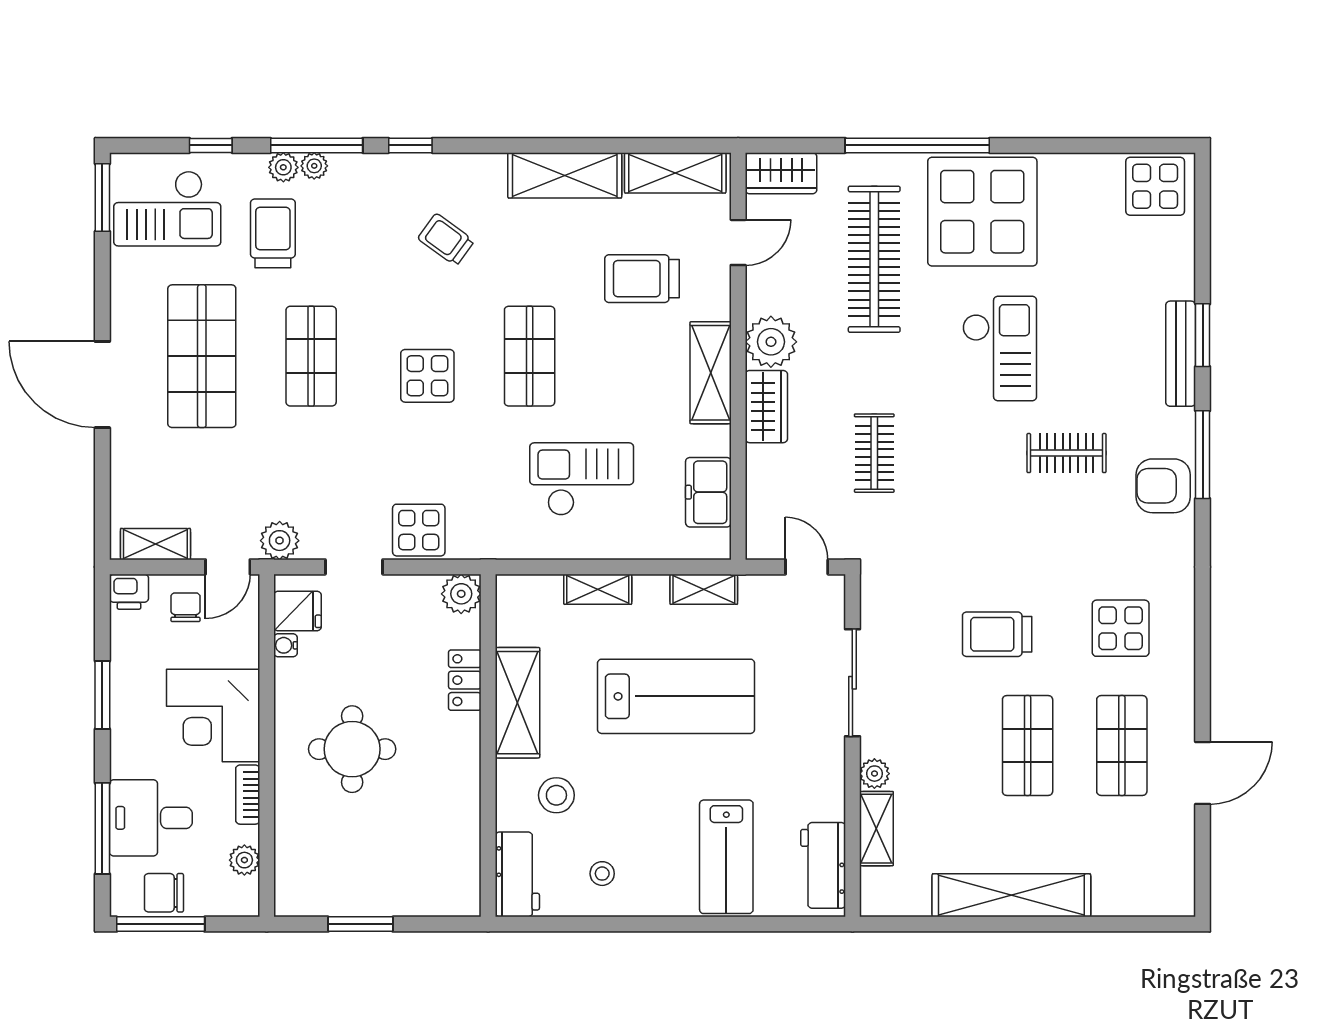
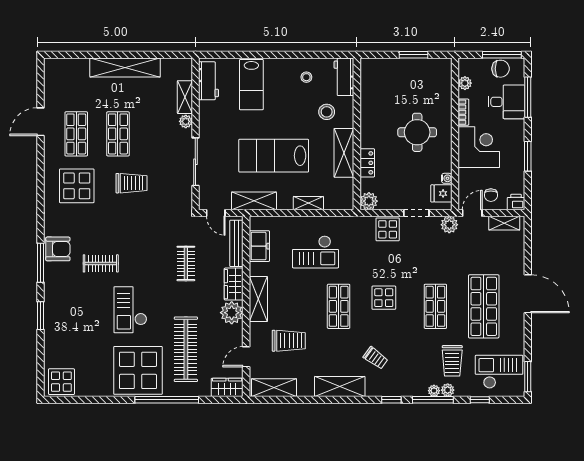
shelving: (565, 175) -> (340, 386), moved
bench: (1181, 354) -> (236, 243), moved
shelving: (704, 589) -> (254, 201), width x1.50, depth x1.33
display table: (1121, 628) -> (77, 186), width x1.36, depth x1.36
lab bench: (726, 857) -> (251, 85), turned 180

